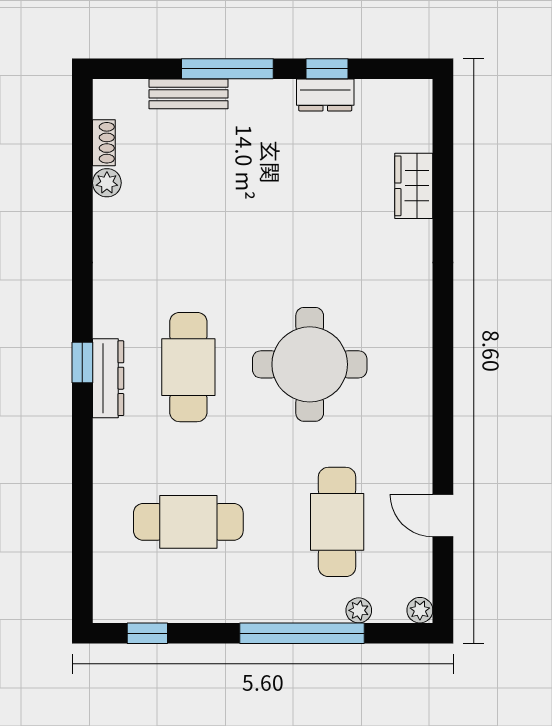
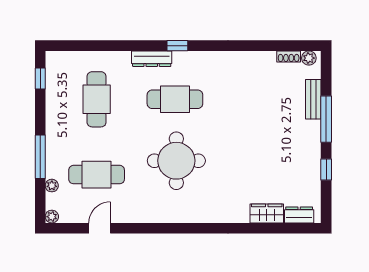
dresser: (325, 95) -> (299, 215), moved, turned 90
plant: (107, 183) -> (309, 58), moved
dresser: (108, 378) -> (152, 59), moved
window: (302, 633) -> (40, 157), width x0.68

